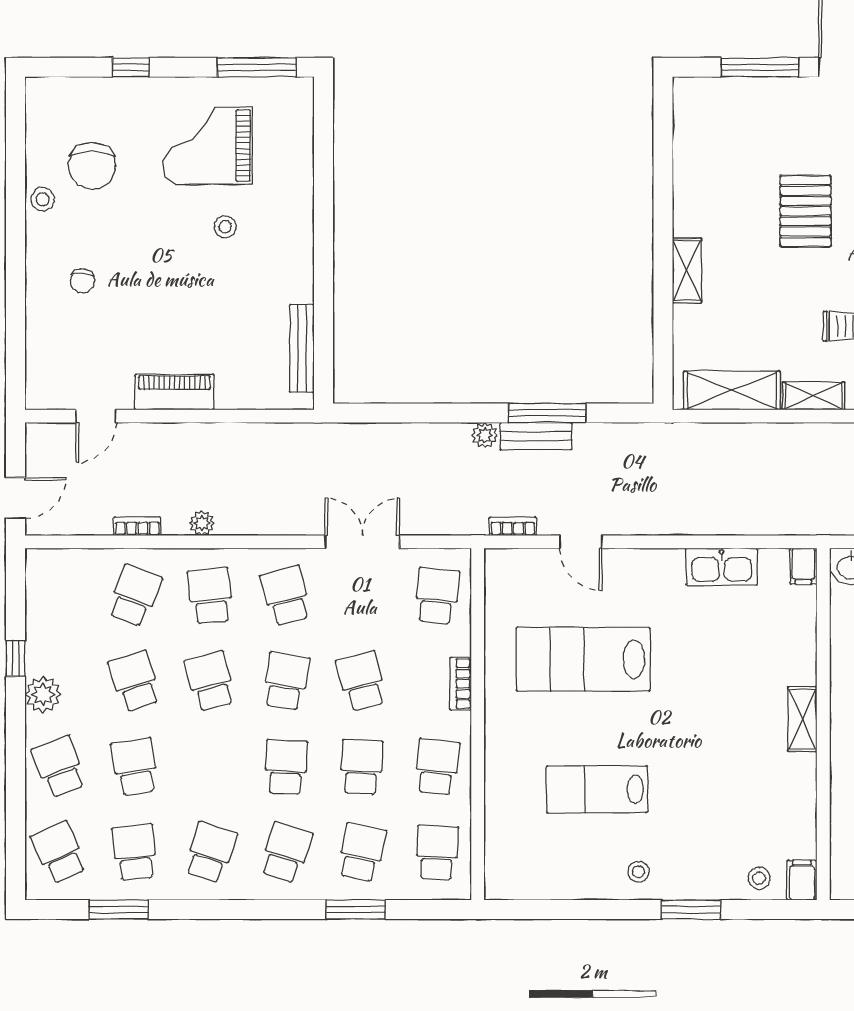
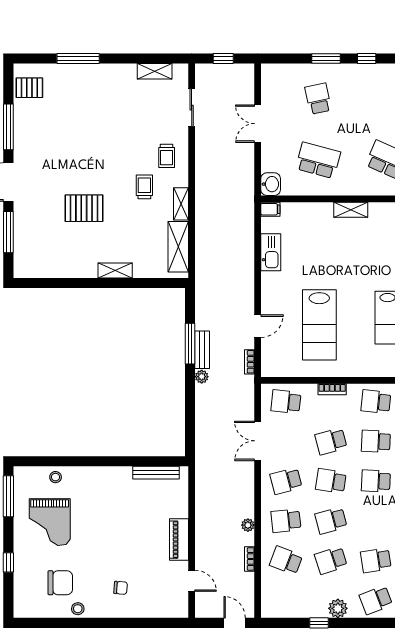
stool: (225, 227) -> (56, 477), moved

